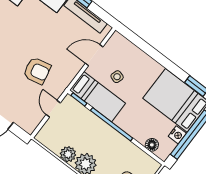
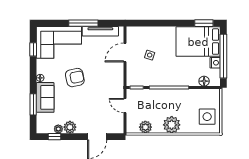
armchair: (37, 71) -> (75, 78), moved
bed: (98, 97) -> (147, 77), removed
plant: (68, 154) -> (145, 127), moved

